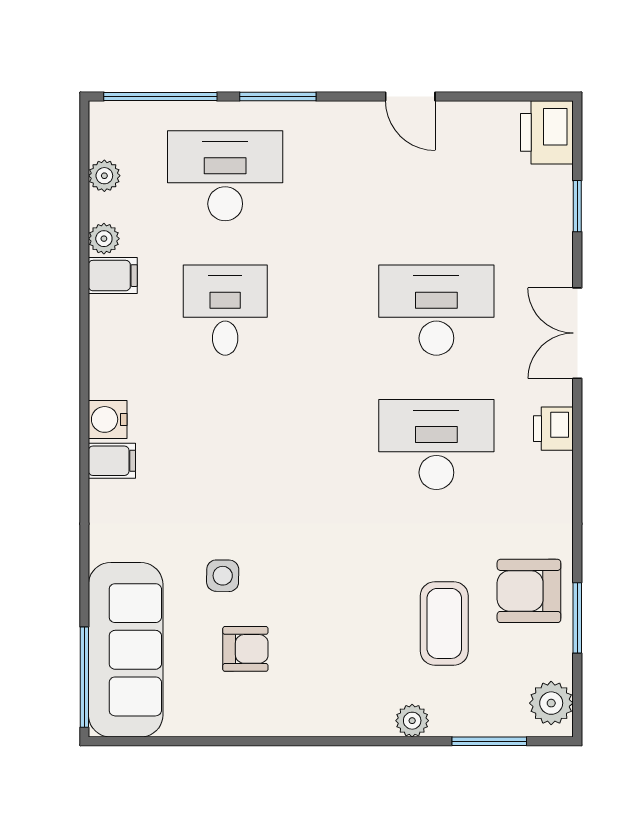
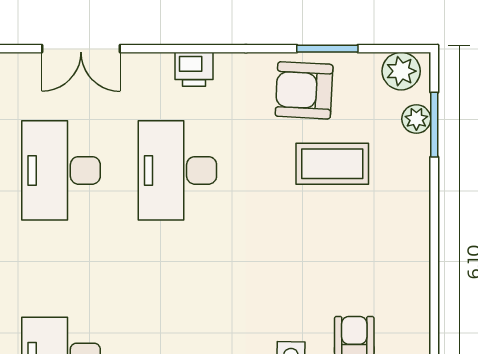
printer: (553, 429) -> (194, 69), moved
armchair: (529, 591) -> (304, 90), turned 93
plant: (412, 721) -> (416, 119), moved

